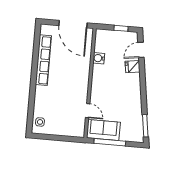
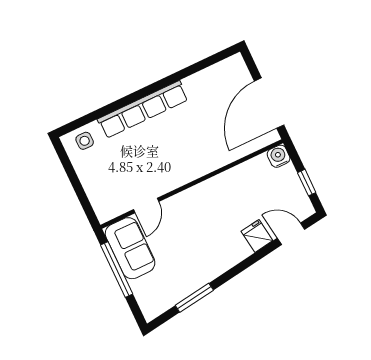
water cooler: (99, 58) -> (279, 156), moved
row of seats: (43, 60) -> (143, 109), moved
window: (145, 126) -> (194, 298), moved

